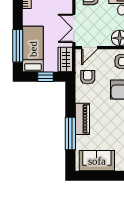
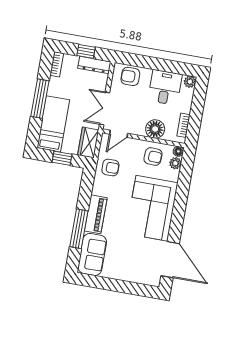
window: (18, 46) -> (40, 99), moved
armchair: (88, 77) -> (110, 168), turned 90
sofa: (97, 161) -> (92, 254), moved, turned 90

